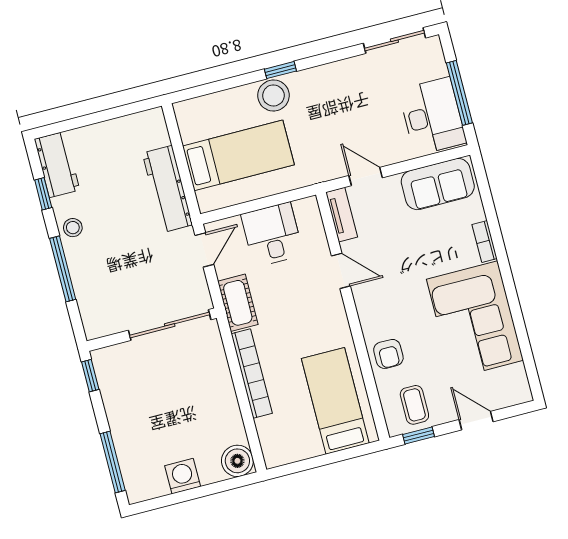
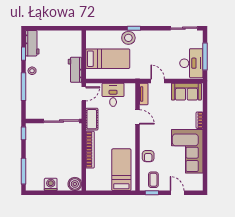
workbench: (167, 189) -> (75, 70), width x0.73

